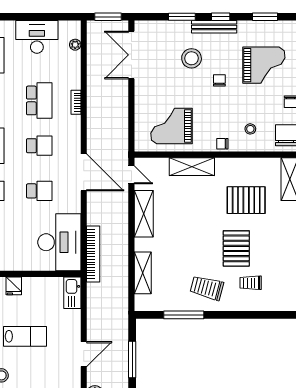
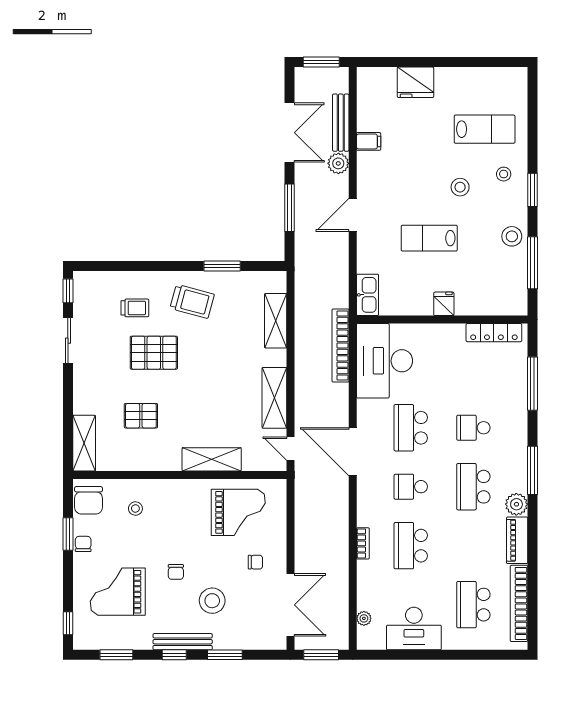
chair: (222, 144) -> (255, 562), moved
school desk: (39, 191) -> (411, 428), width x1.85
pallet: (246, 200) -> (141, 416), width x0.67, depth x0.71
pallet: (236, 248) -> (154, 353), turned 90
window: (184, 315) -> (222, 266), width x0.69

